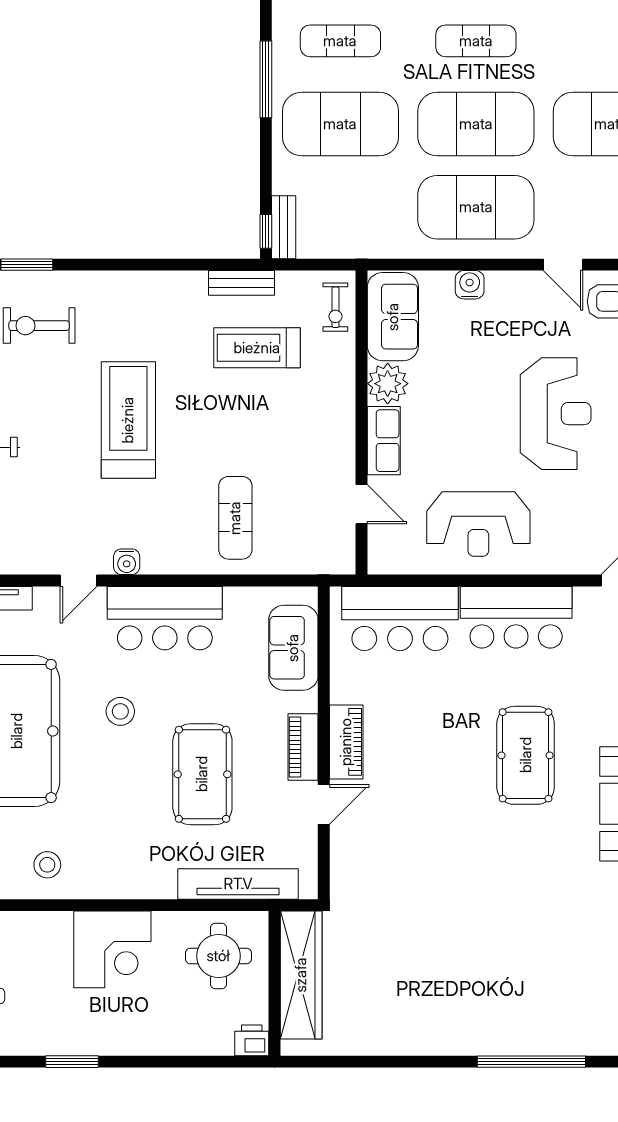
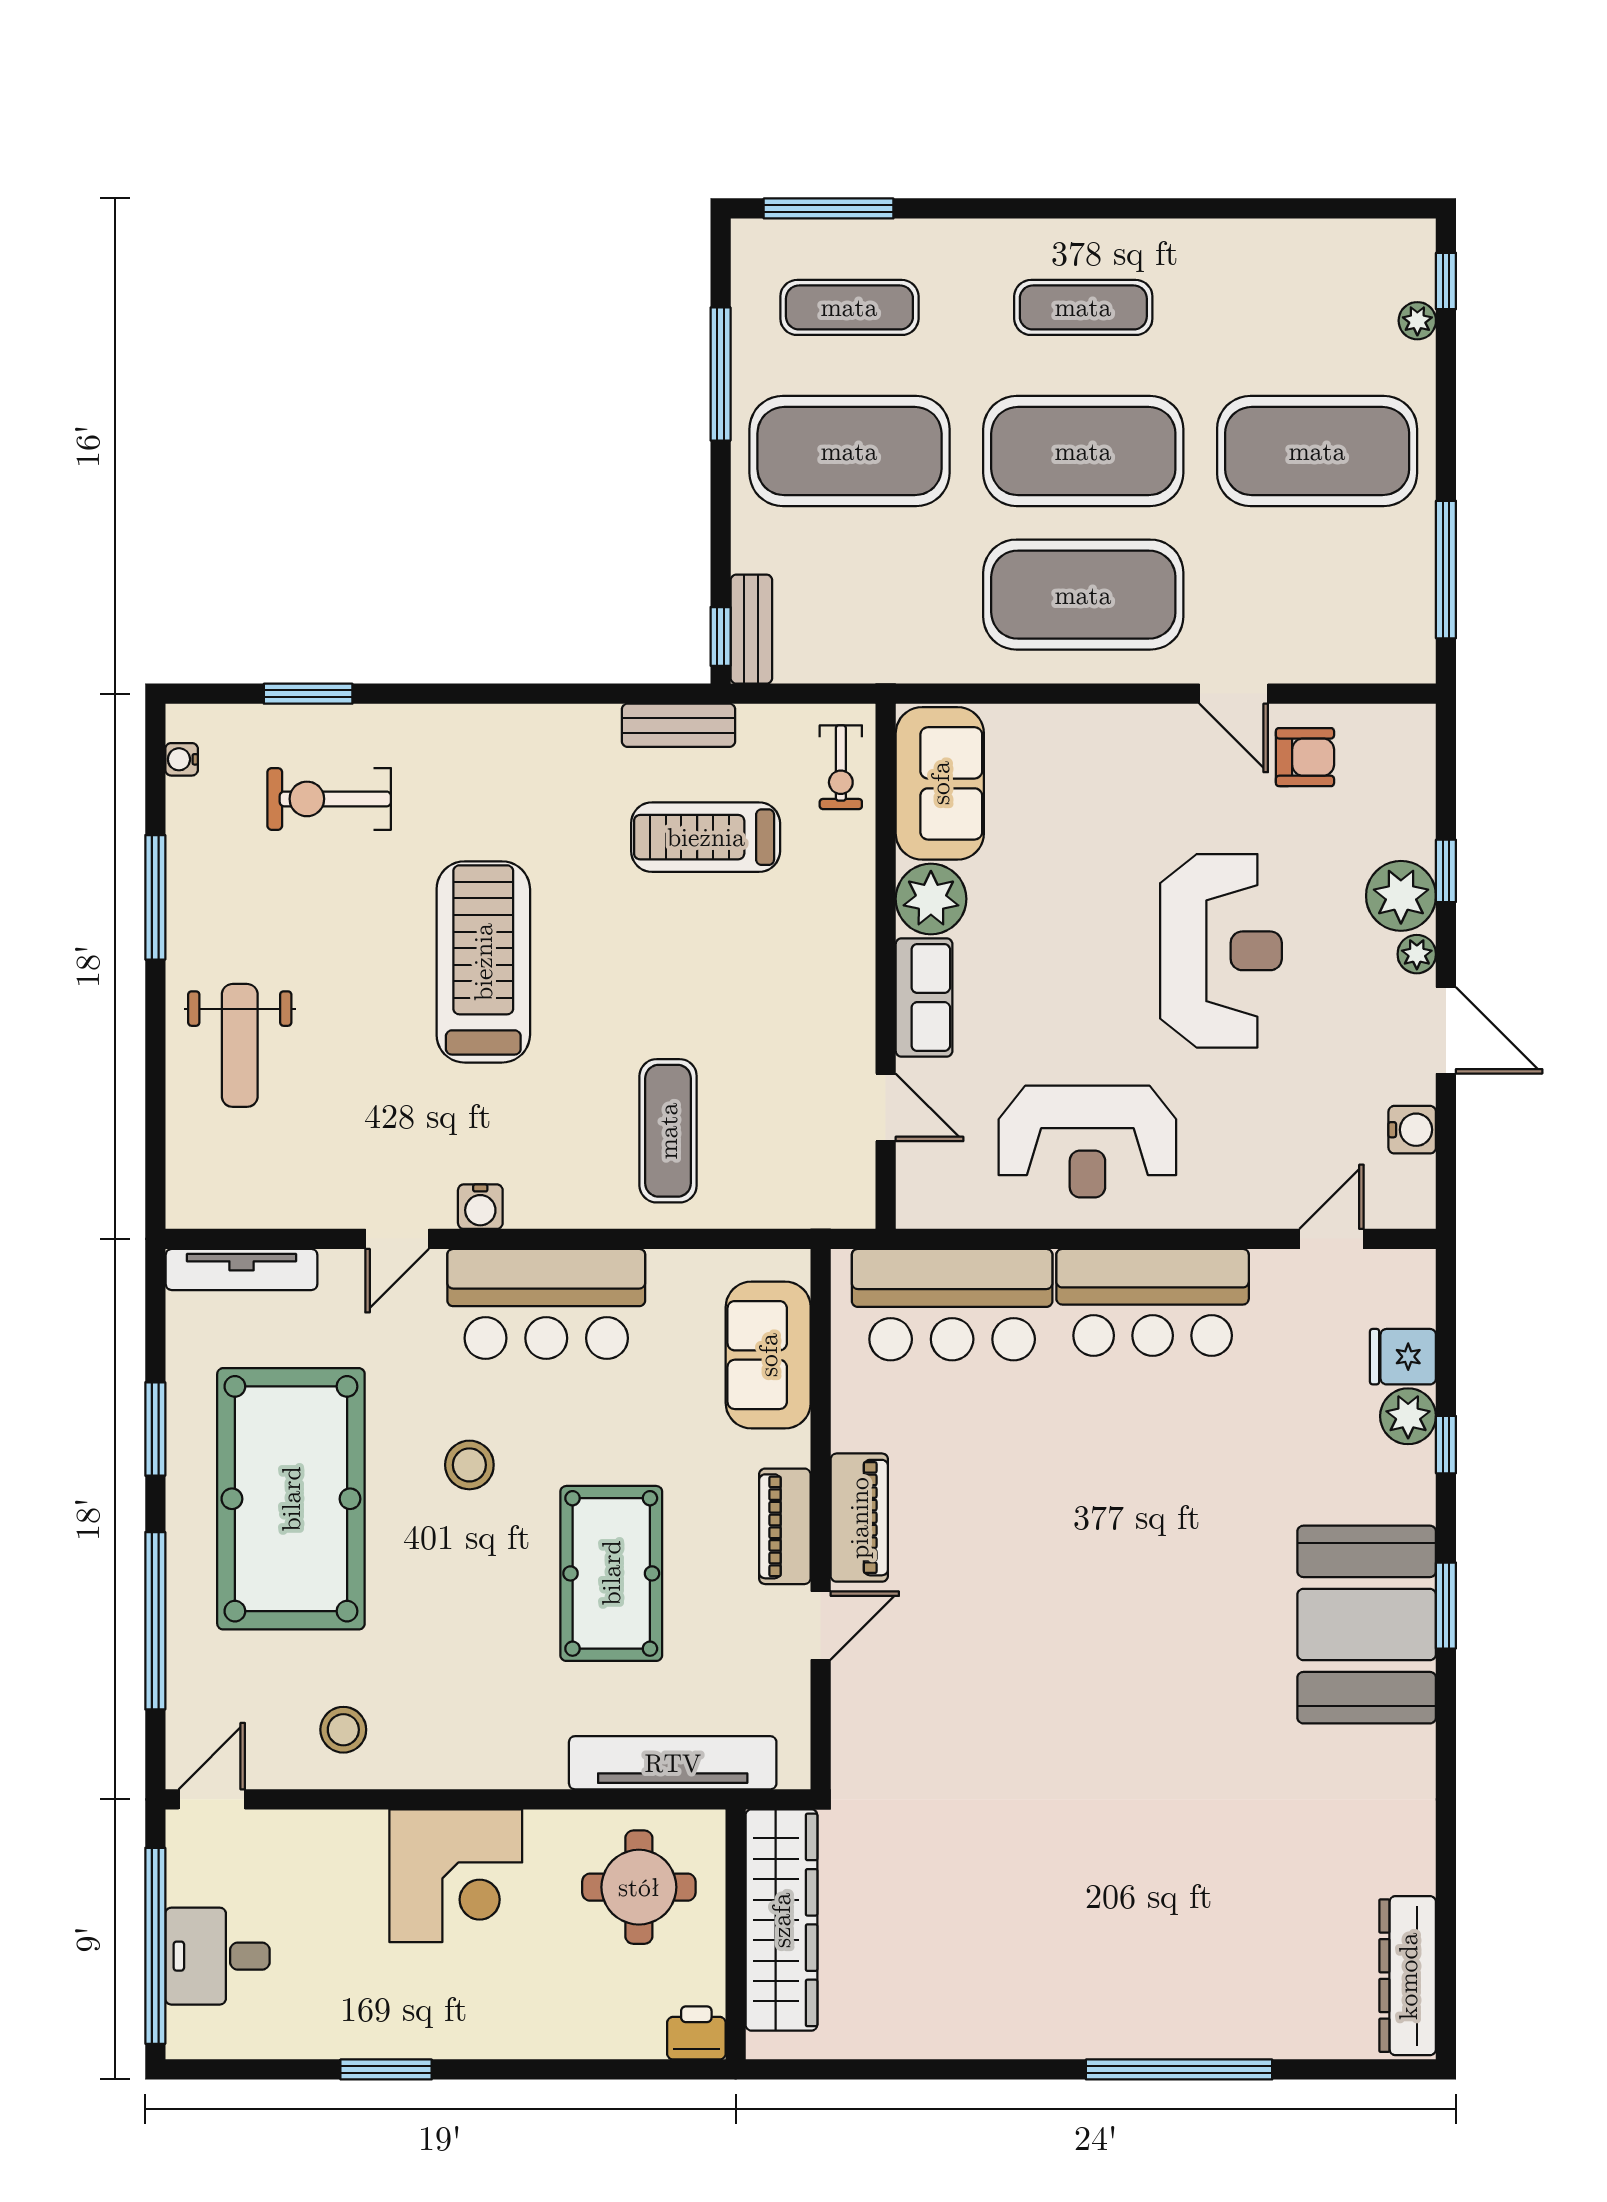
water cooler: (470, 285) -> (1072, 728), removed
pool table: (526, 755) -> (1169, 1541), removed

